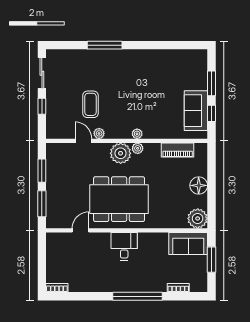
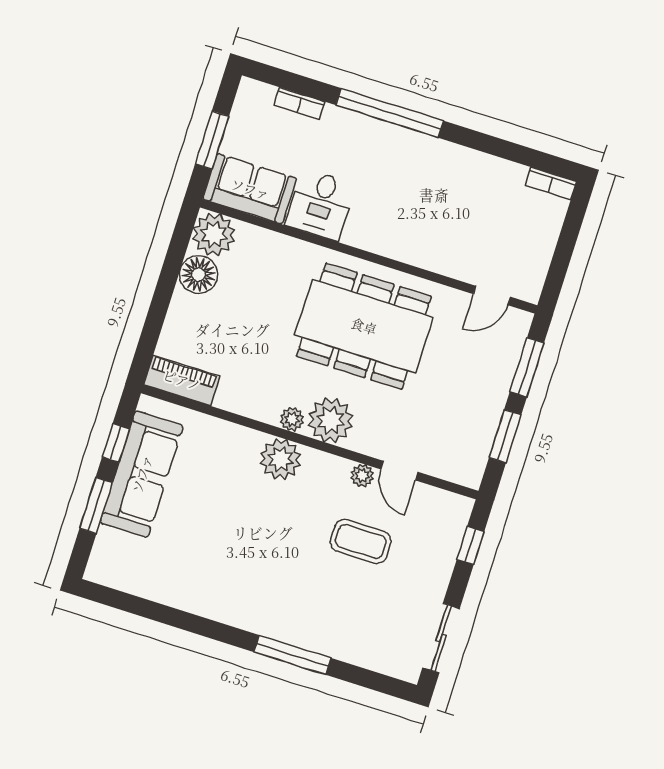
coffee table: (90, 104) -> (361, 541), turned 90
window: (42, 106) -> (470, 545), moved
sofa: (196, 111) -> (142, 474), width x1.36
plant: (137, 134) -> (281, 459), width x1.87, depth x1.87
piano: (178, 150) -> (182, 380), moved
floor lamp: (199, 185) -> (199, 275), moved
door: (81, 230) -> (492, 295), moved
desk: (124, 246) -> (321, 205), moved

